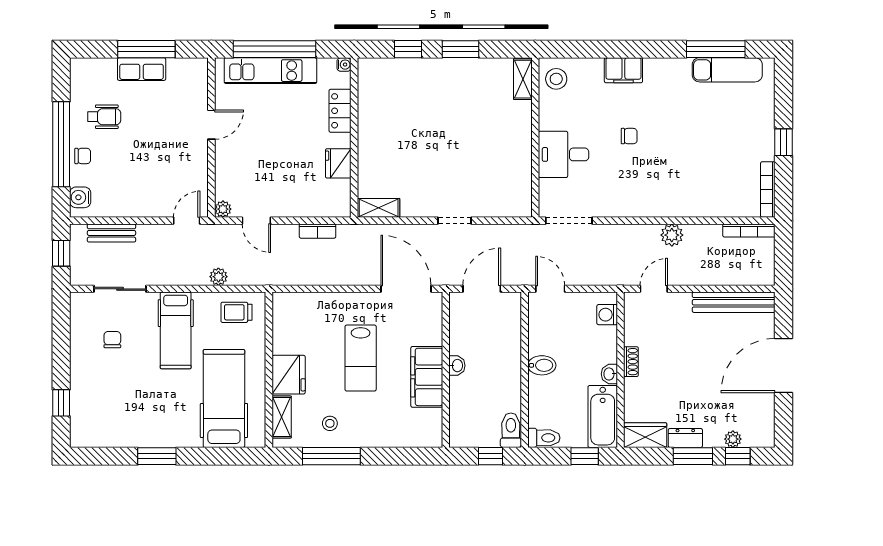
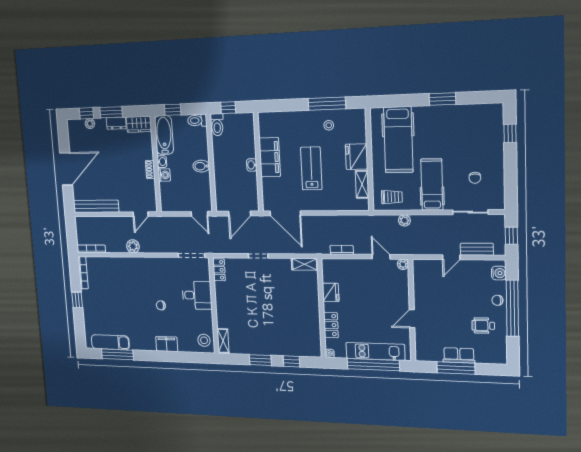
locker: (522, 197) -> (219, 270), added
door: (187, 221) -> (451, 257), moved
washing machine: (607, 315) -> (164, 175), moved
shelving: (282, 417) -> (362, 184), moved

